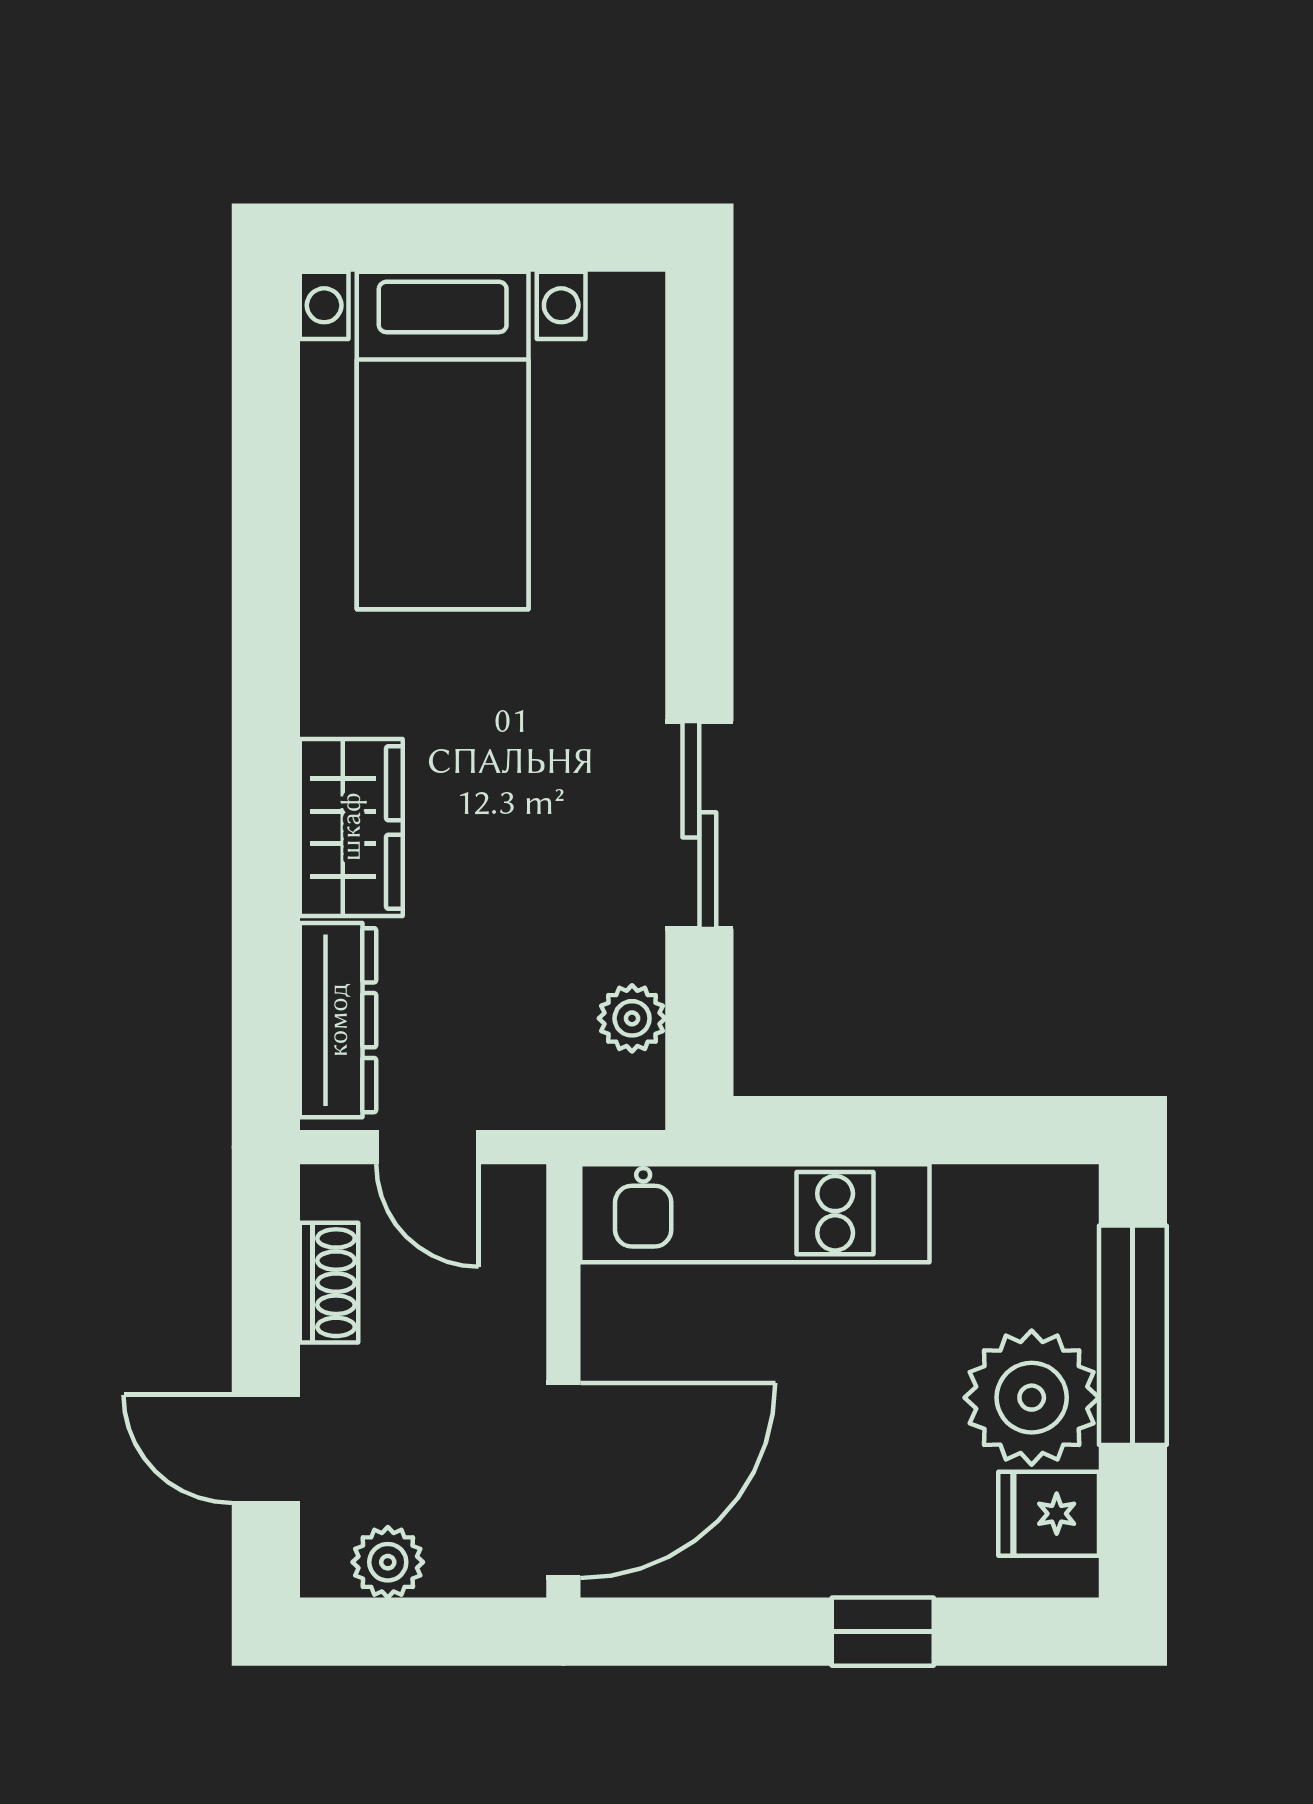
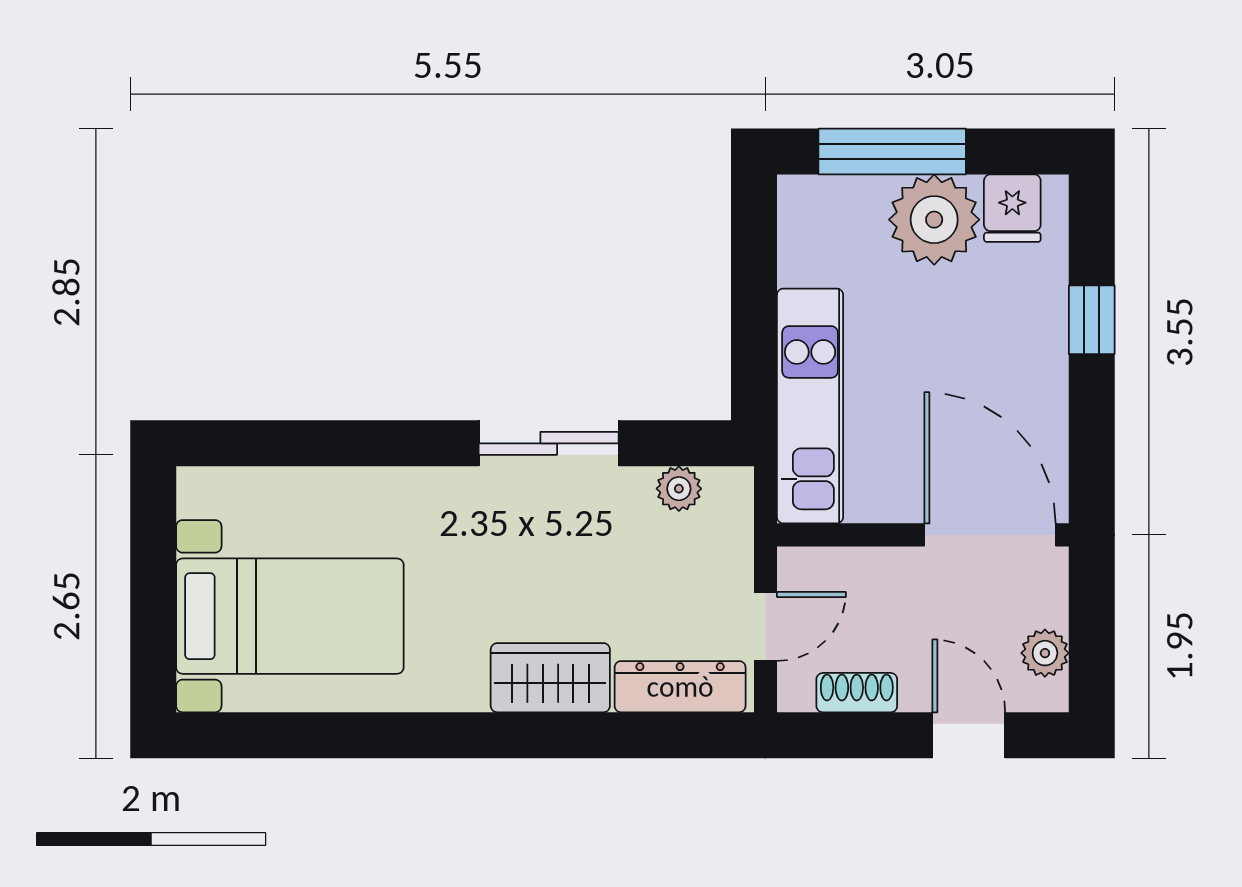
door: (266, 1449) -> (969, 735), swing flipped

